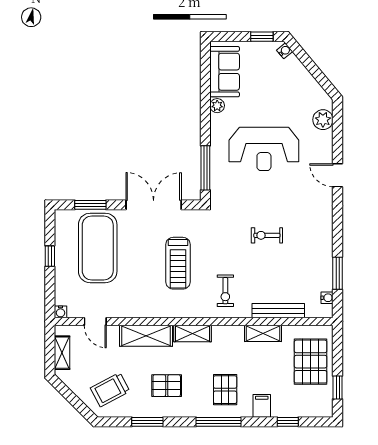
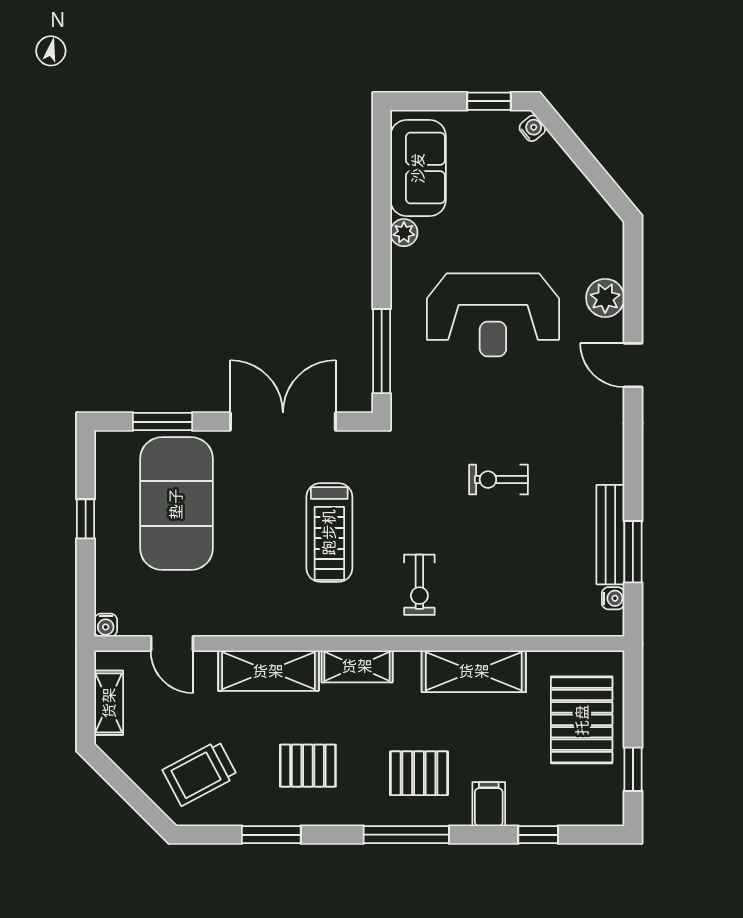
plant: (323, 120) -> (605, 298), moved
bench: (278, 311) -> (610, 535), moved, turned 90
shelving: (263, 333) -> (474, 671), width x1.50, depth x1.33
pallet: (225, 390) -> (419, 773), turned 90

